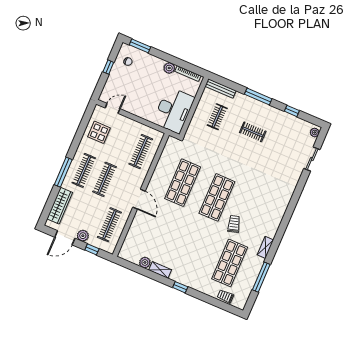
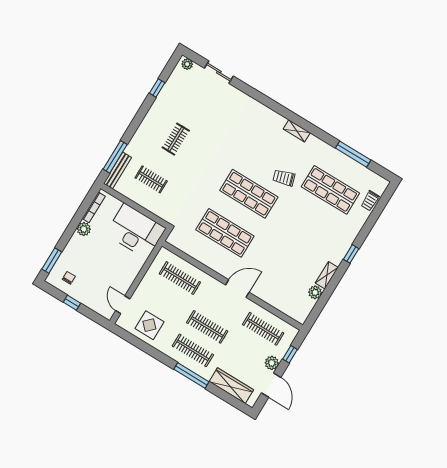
window: (258, 97) -> (115, 157), moved
shelving: (265, 247) -> (297, 131), moved

